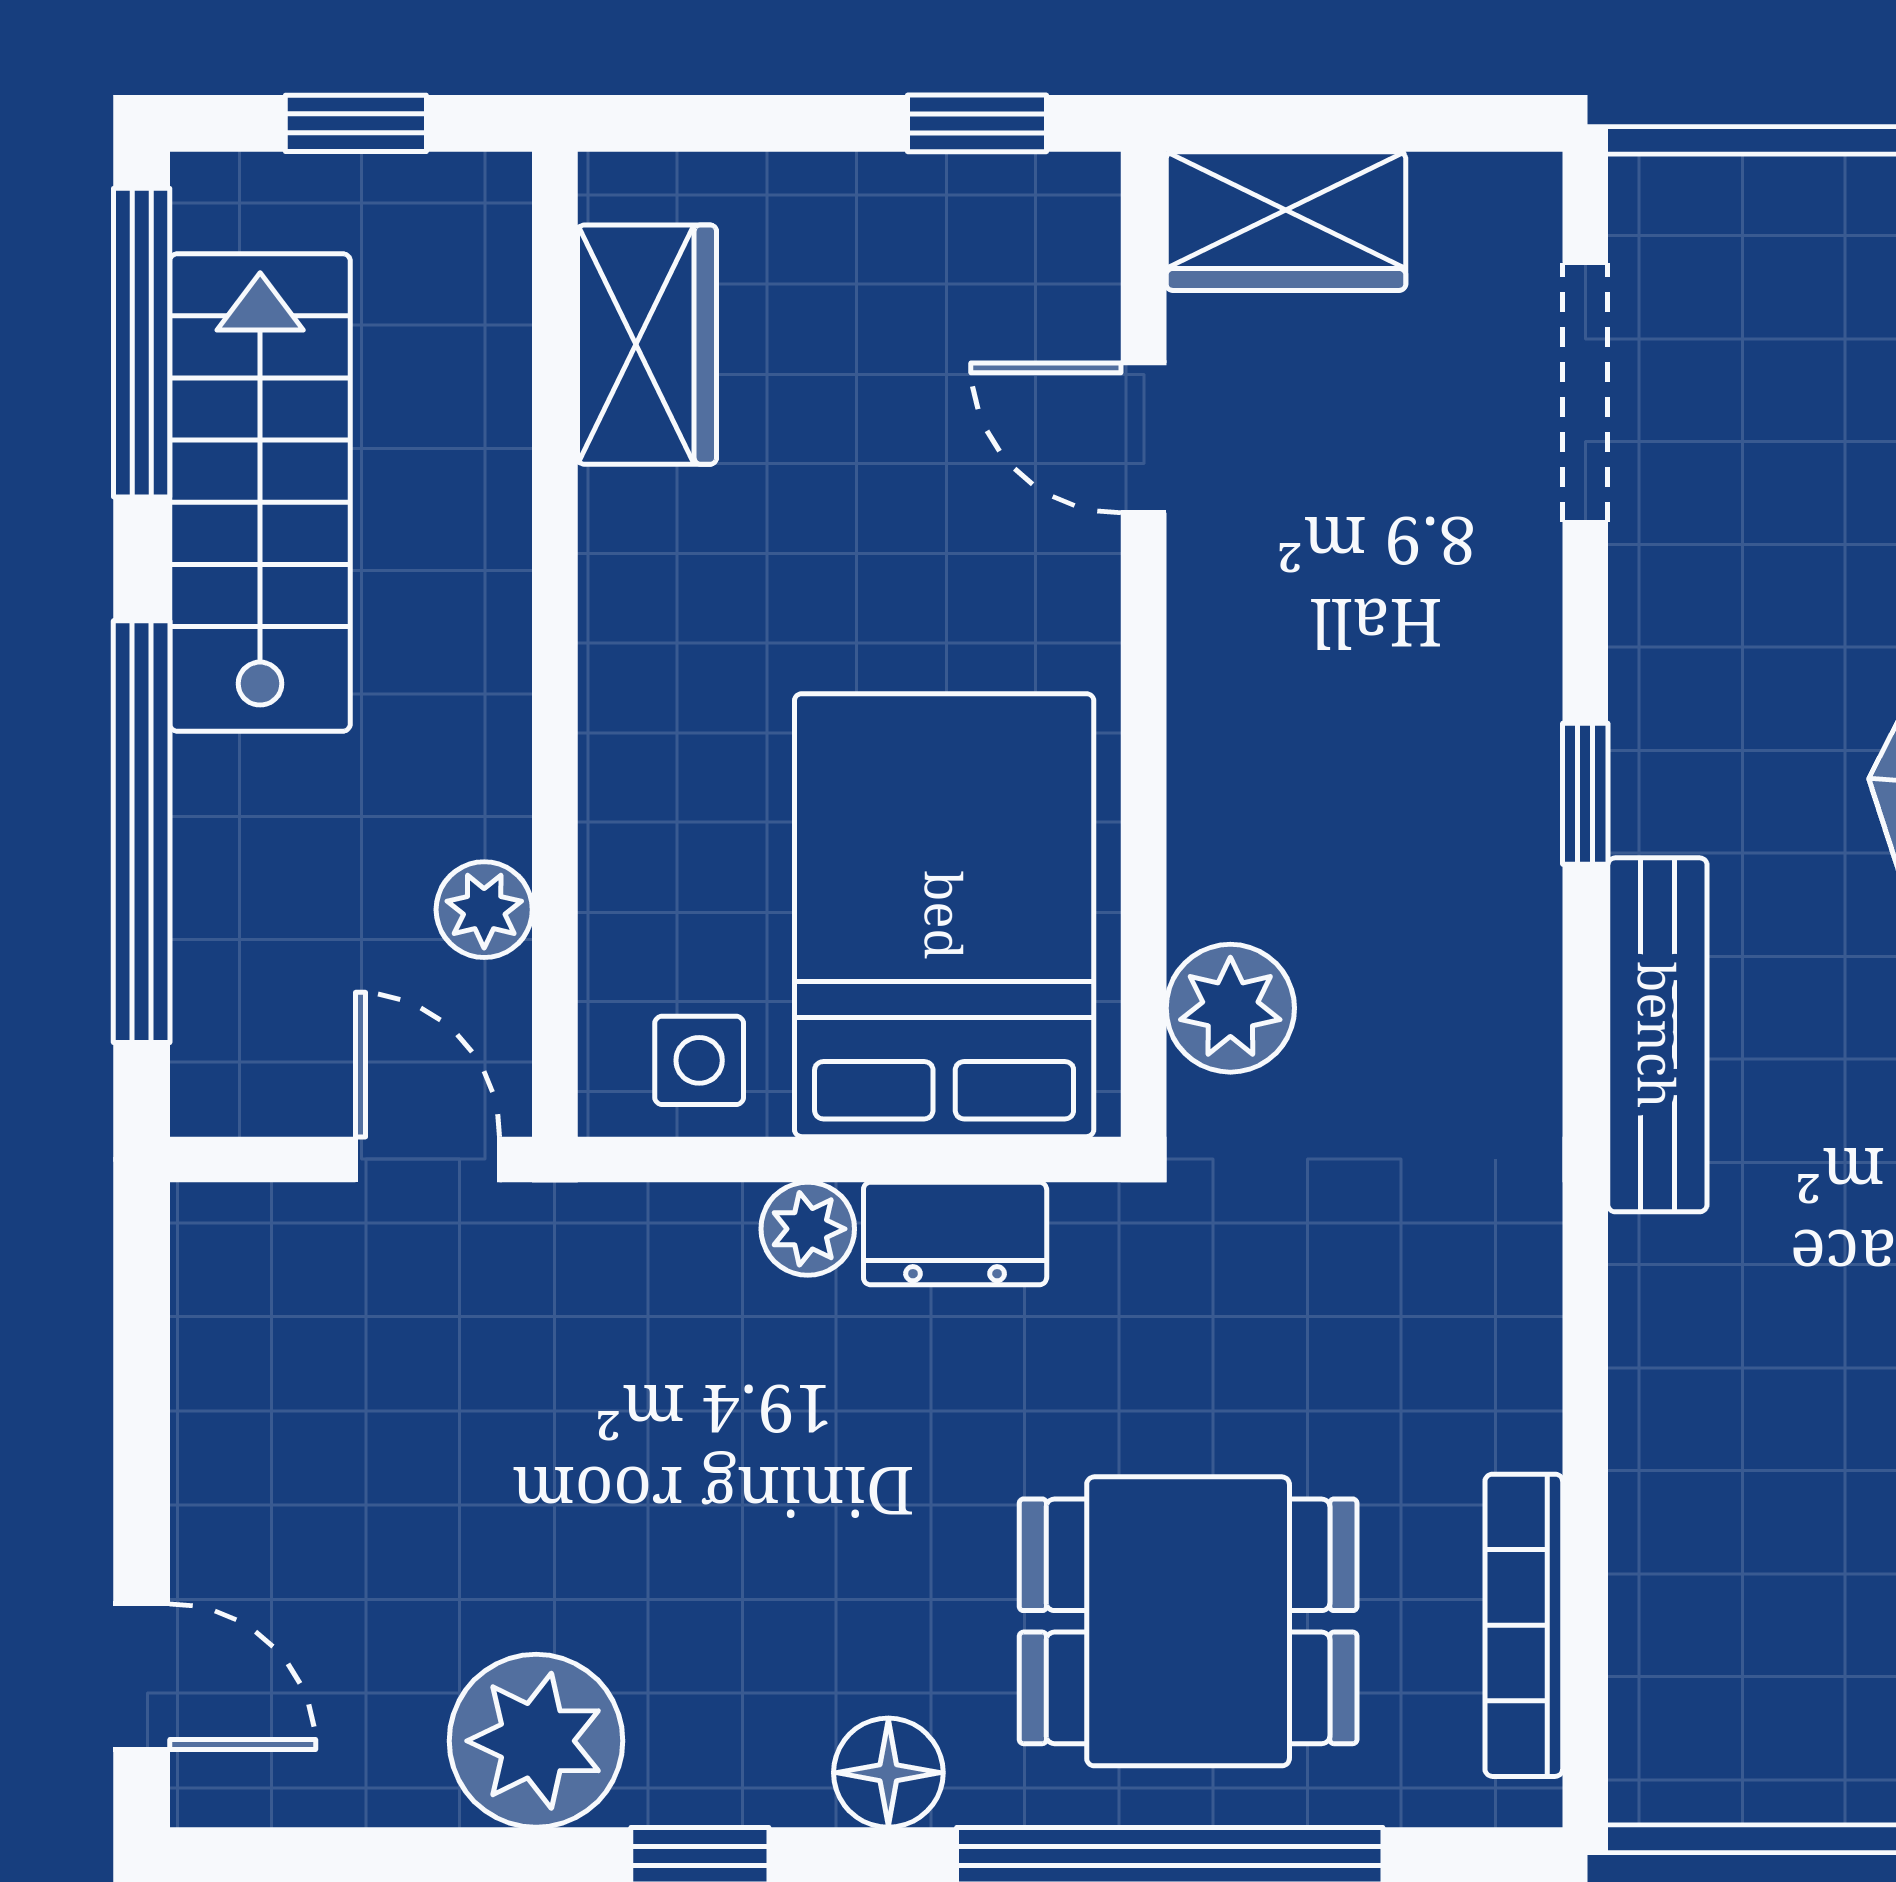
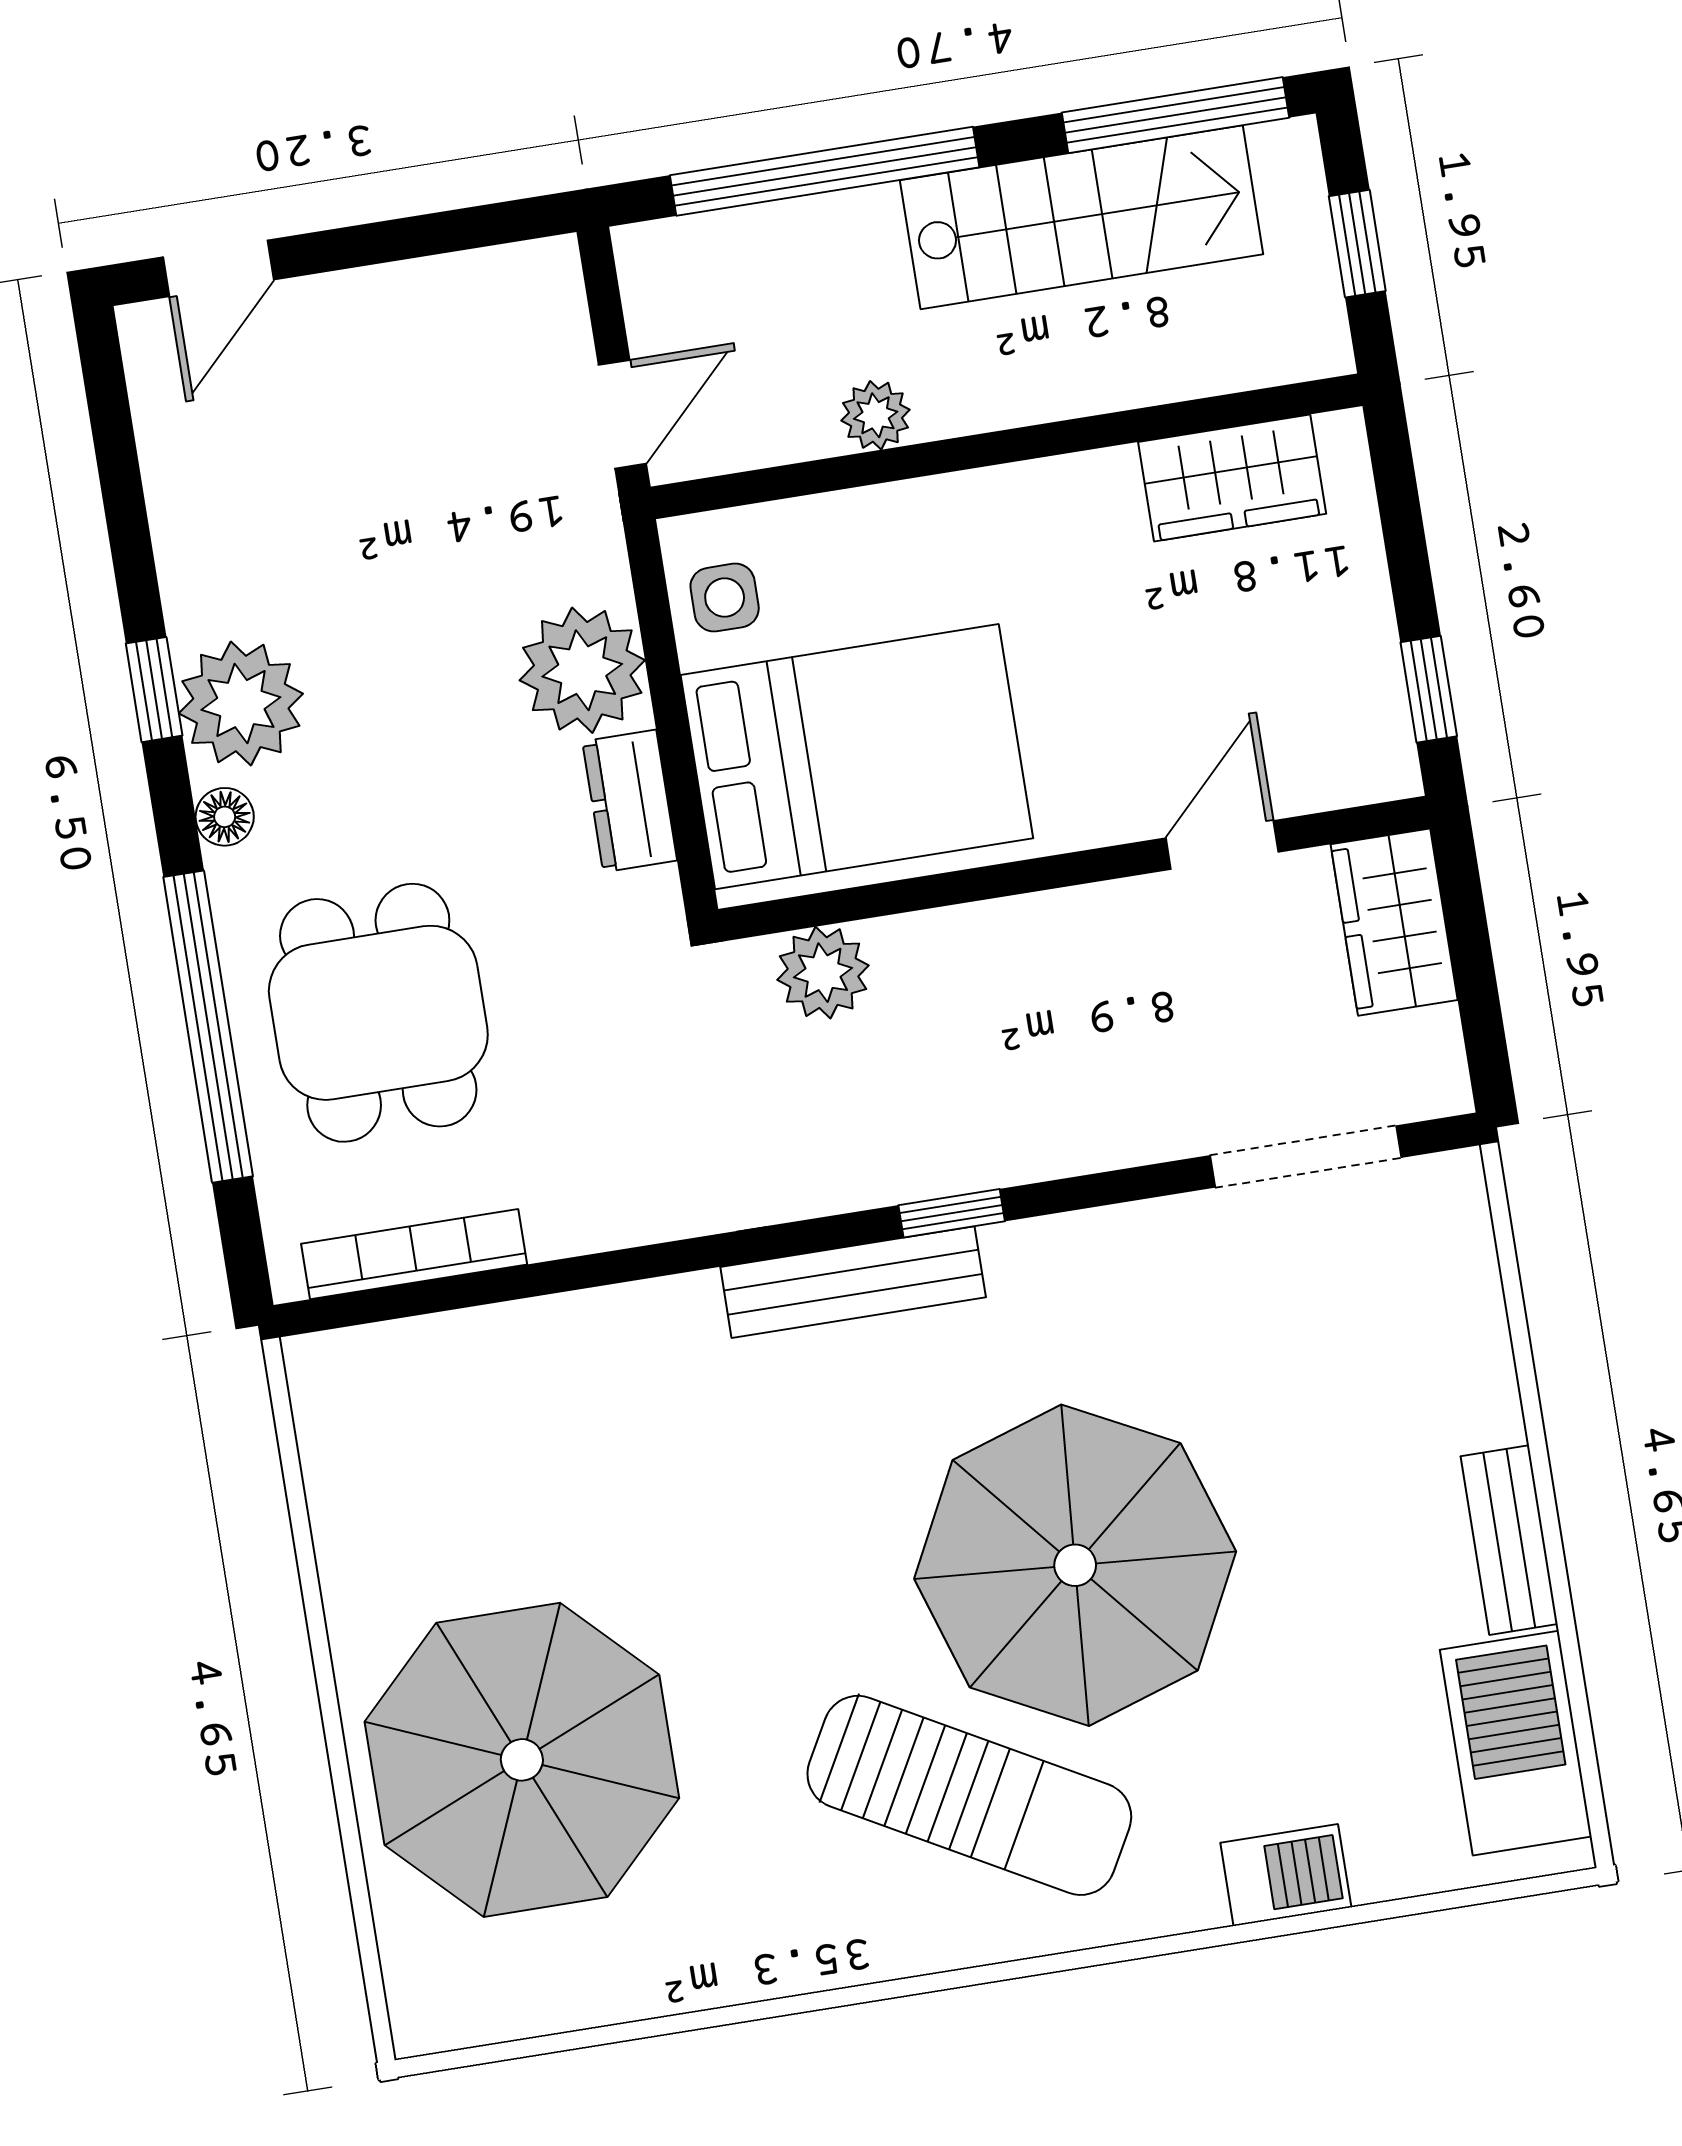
window: (1585, 794) -> (952, 1213), moved
plant: (484, 910) -> (876, 415), moved
plant: (808, 1229) -> (582, 670), width x1.88, depth x1.88
plant: (536, 1741) -> (241, 704), moved
floor lamp: (888, 1773) -> (225, 817), width x0.73, depth x0.73

